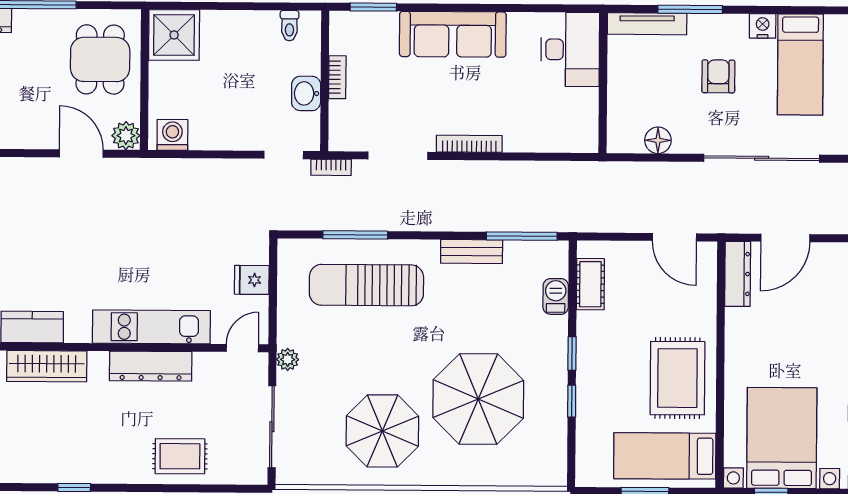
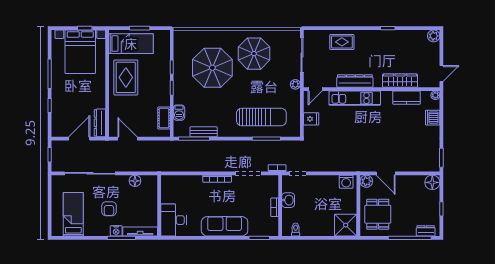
nightstand: (763, 26) -> (116, 231), moved
bench: (472, 252) -> (204, 132), moved

